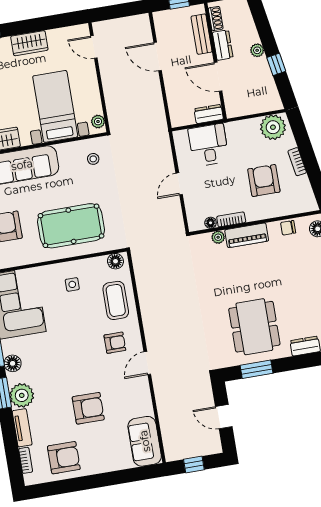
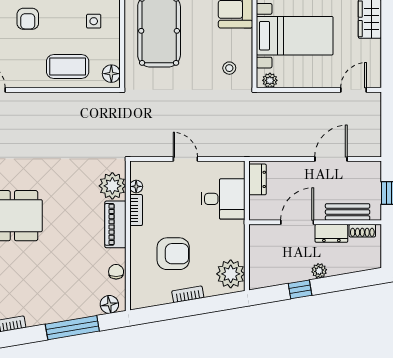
dresser: (209, 114) -> (257, 179), moved
plant: (218, 237) -> (112, 186), width x1.88, depth x1.88
armchair: (115, 343) -> (28, 19), moved

